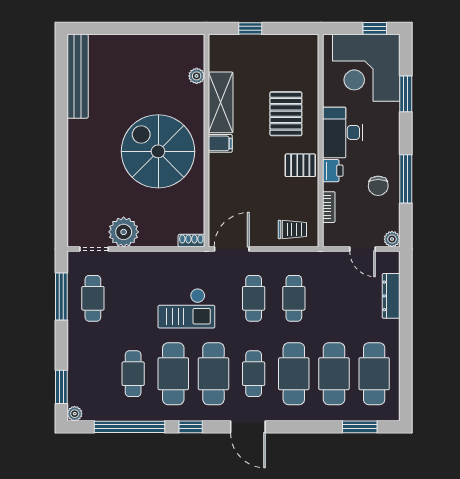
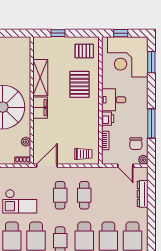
window: (375, 28) -> (121, 33), moved
plant: (197, 76) -> (26, 142), moved
window: (406, 94) -> (151, 62), moved
desk: (343, 132) -> (114, 100), width x0.73
filing cabinet: (220, 143) -> (40, 108), width x2.00
pallet: (300, 165) -> (84, 51), moved
chair: (378, 186) -> (136, 144), moved

